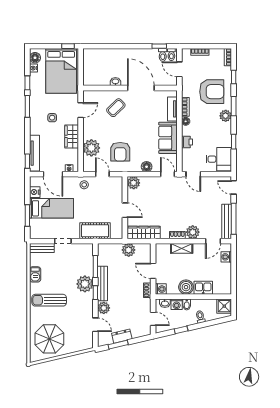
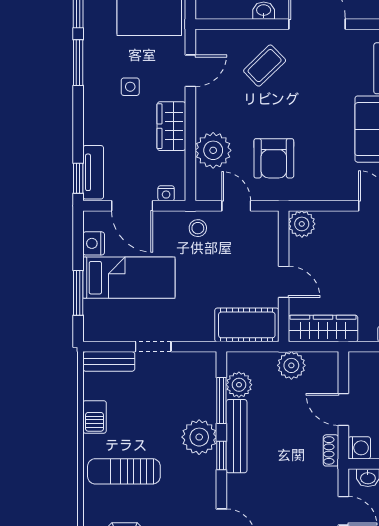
tv unit: (35, 153) -> (93, 172), width x0.71
floor lamp: (147, 167) -> (329, 190), removed
cot: (95, 231) -> (247, 325), moved
plant: (104, 308) -> (239, 385), moved

